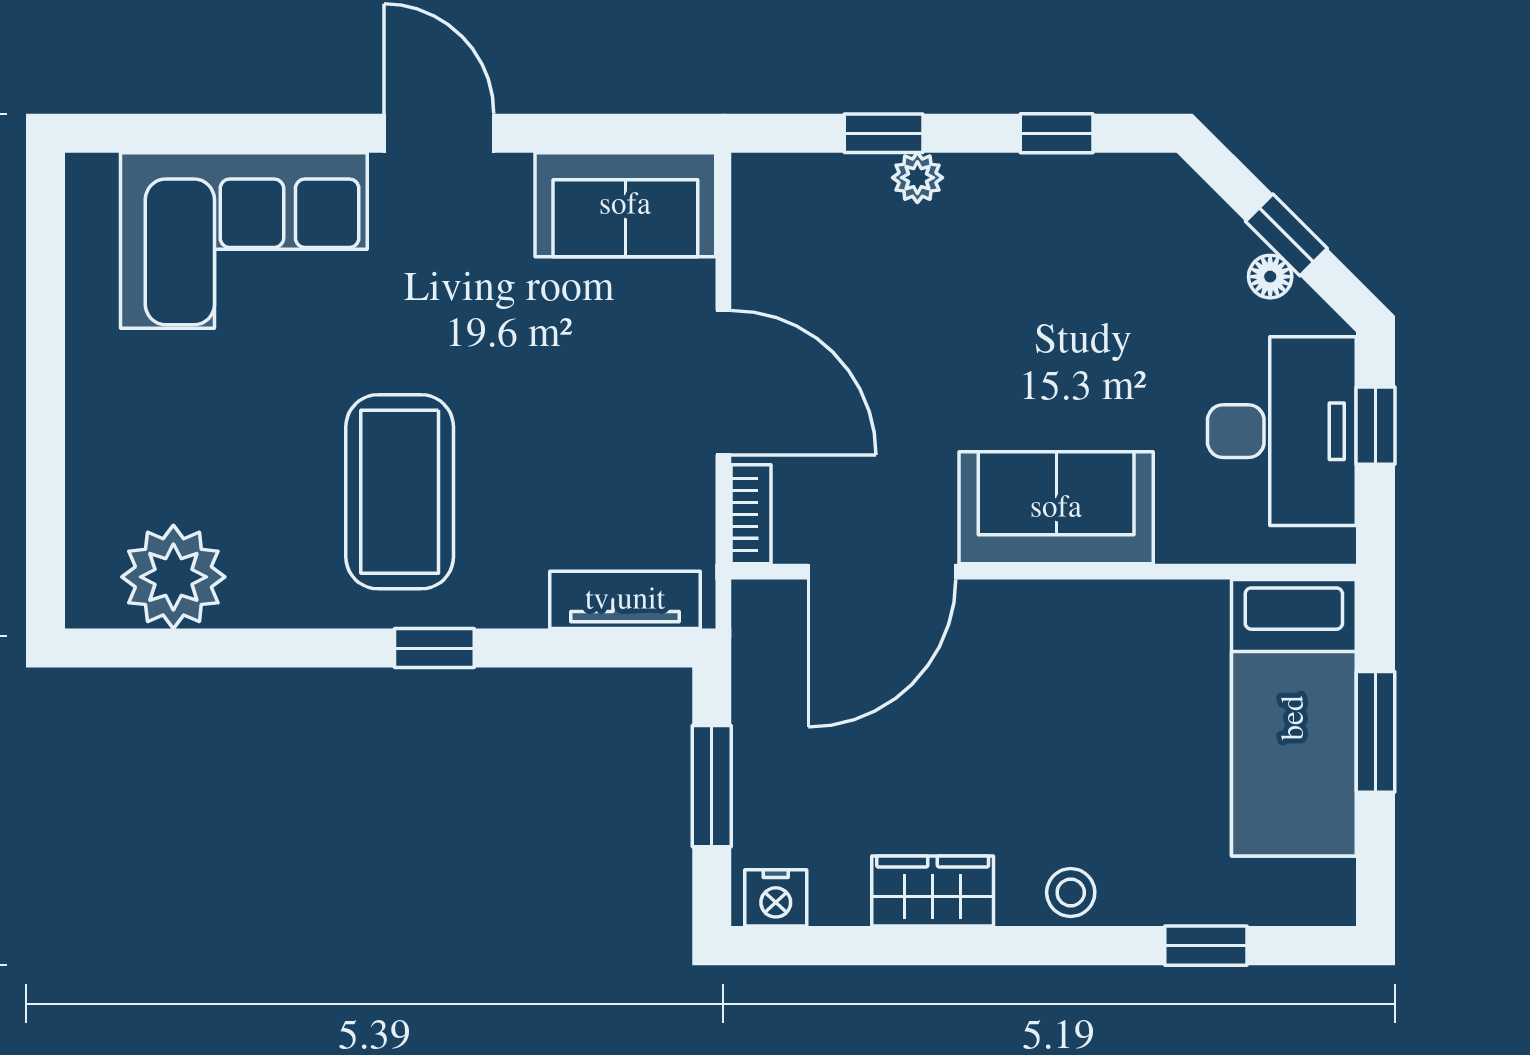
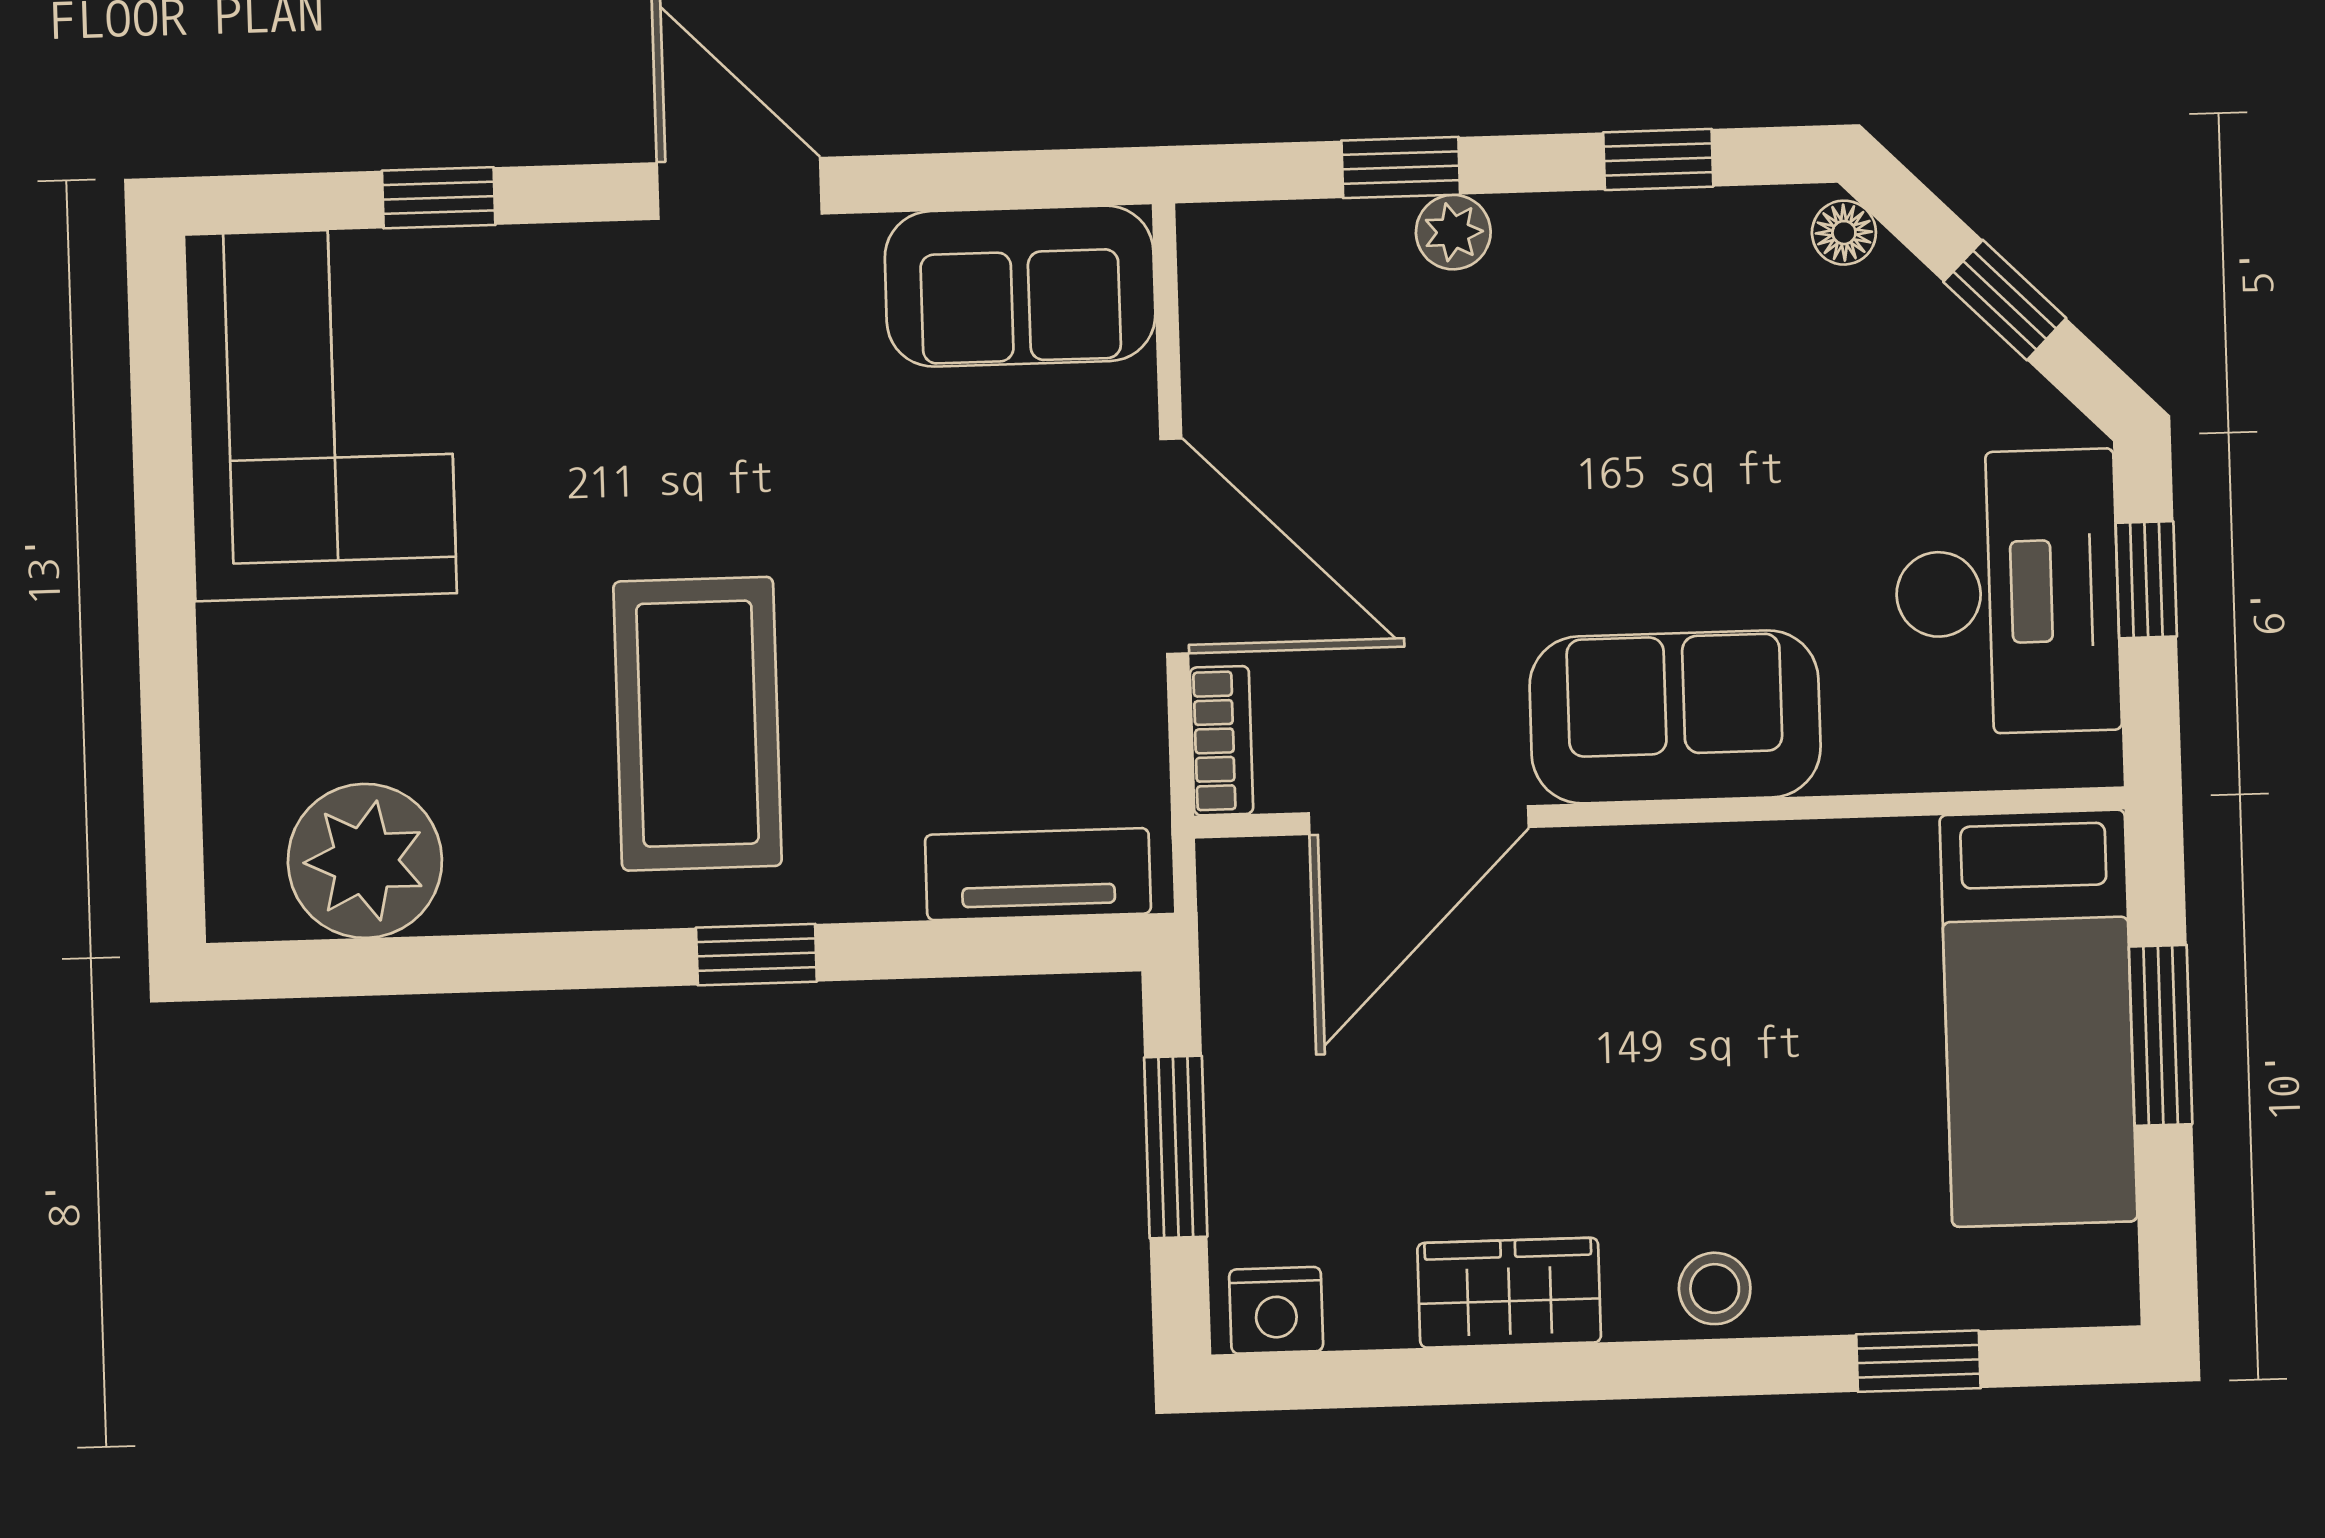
window: (237, 133) -> (439, 198), added
corner sofa: (244, 241) -> (320, 414), moved, turned -90
floor lamp: (1270, 277) -> (1844, 233), moved

